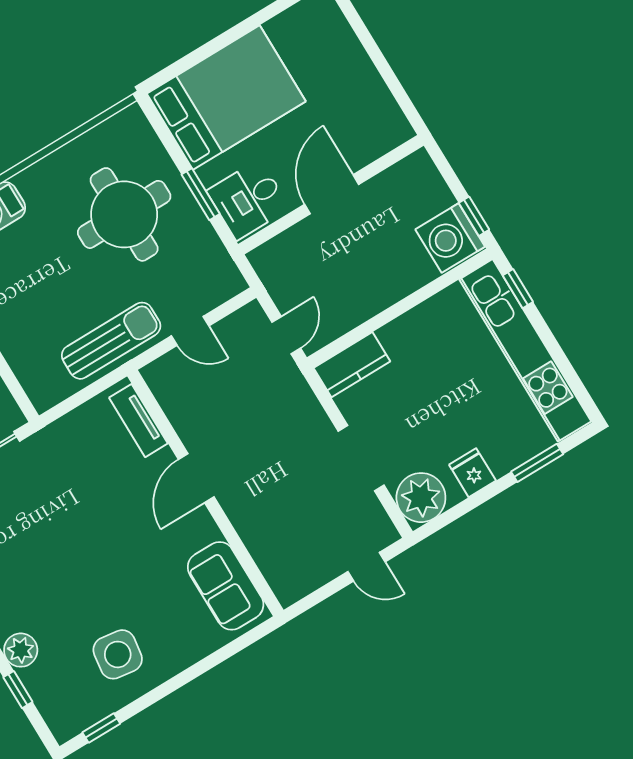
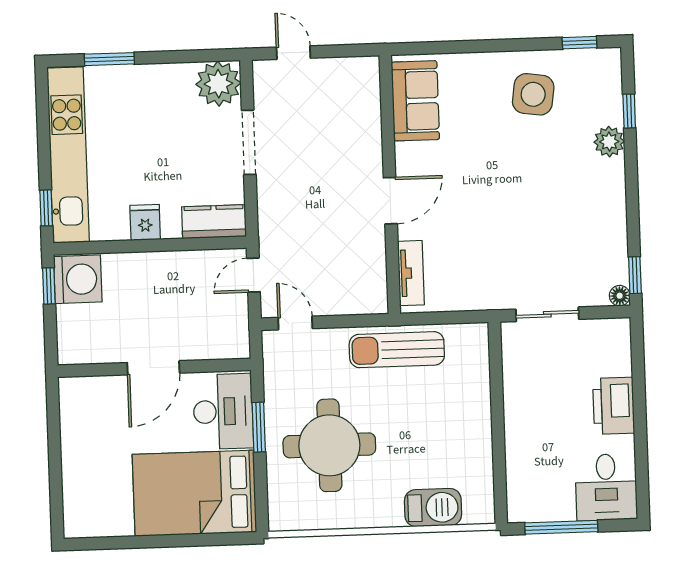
desk: (248, 199) -> (223, 411), width x1.37
door: (190, 331) -> (295, 323), moved
fridge: (472, 473) -> (145, 222), moved, turned 180

